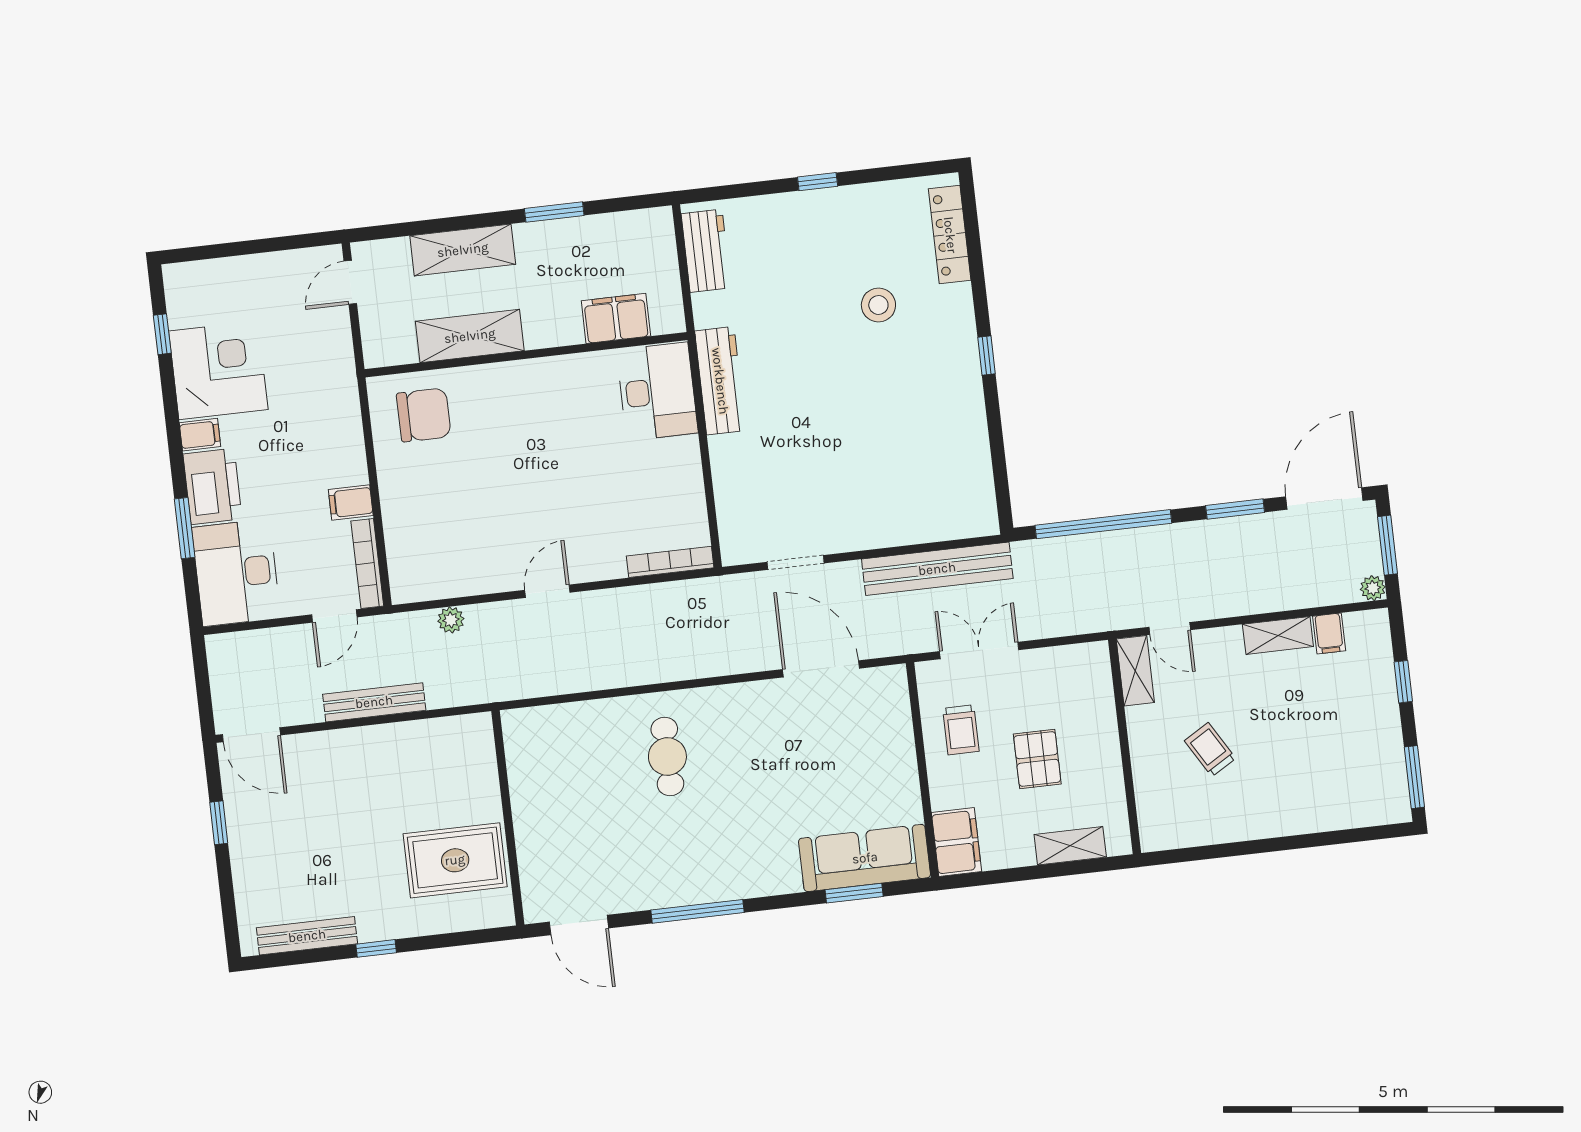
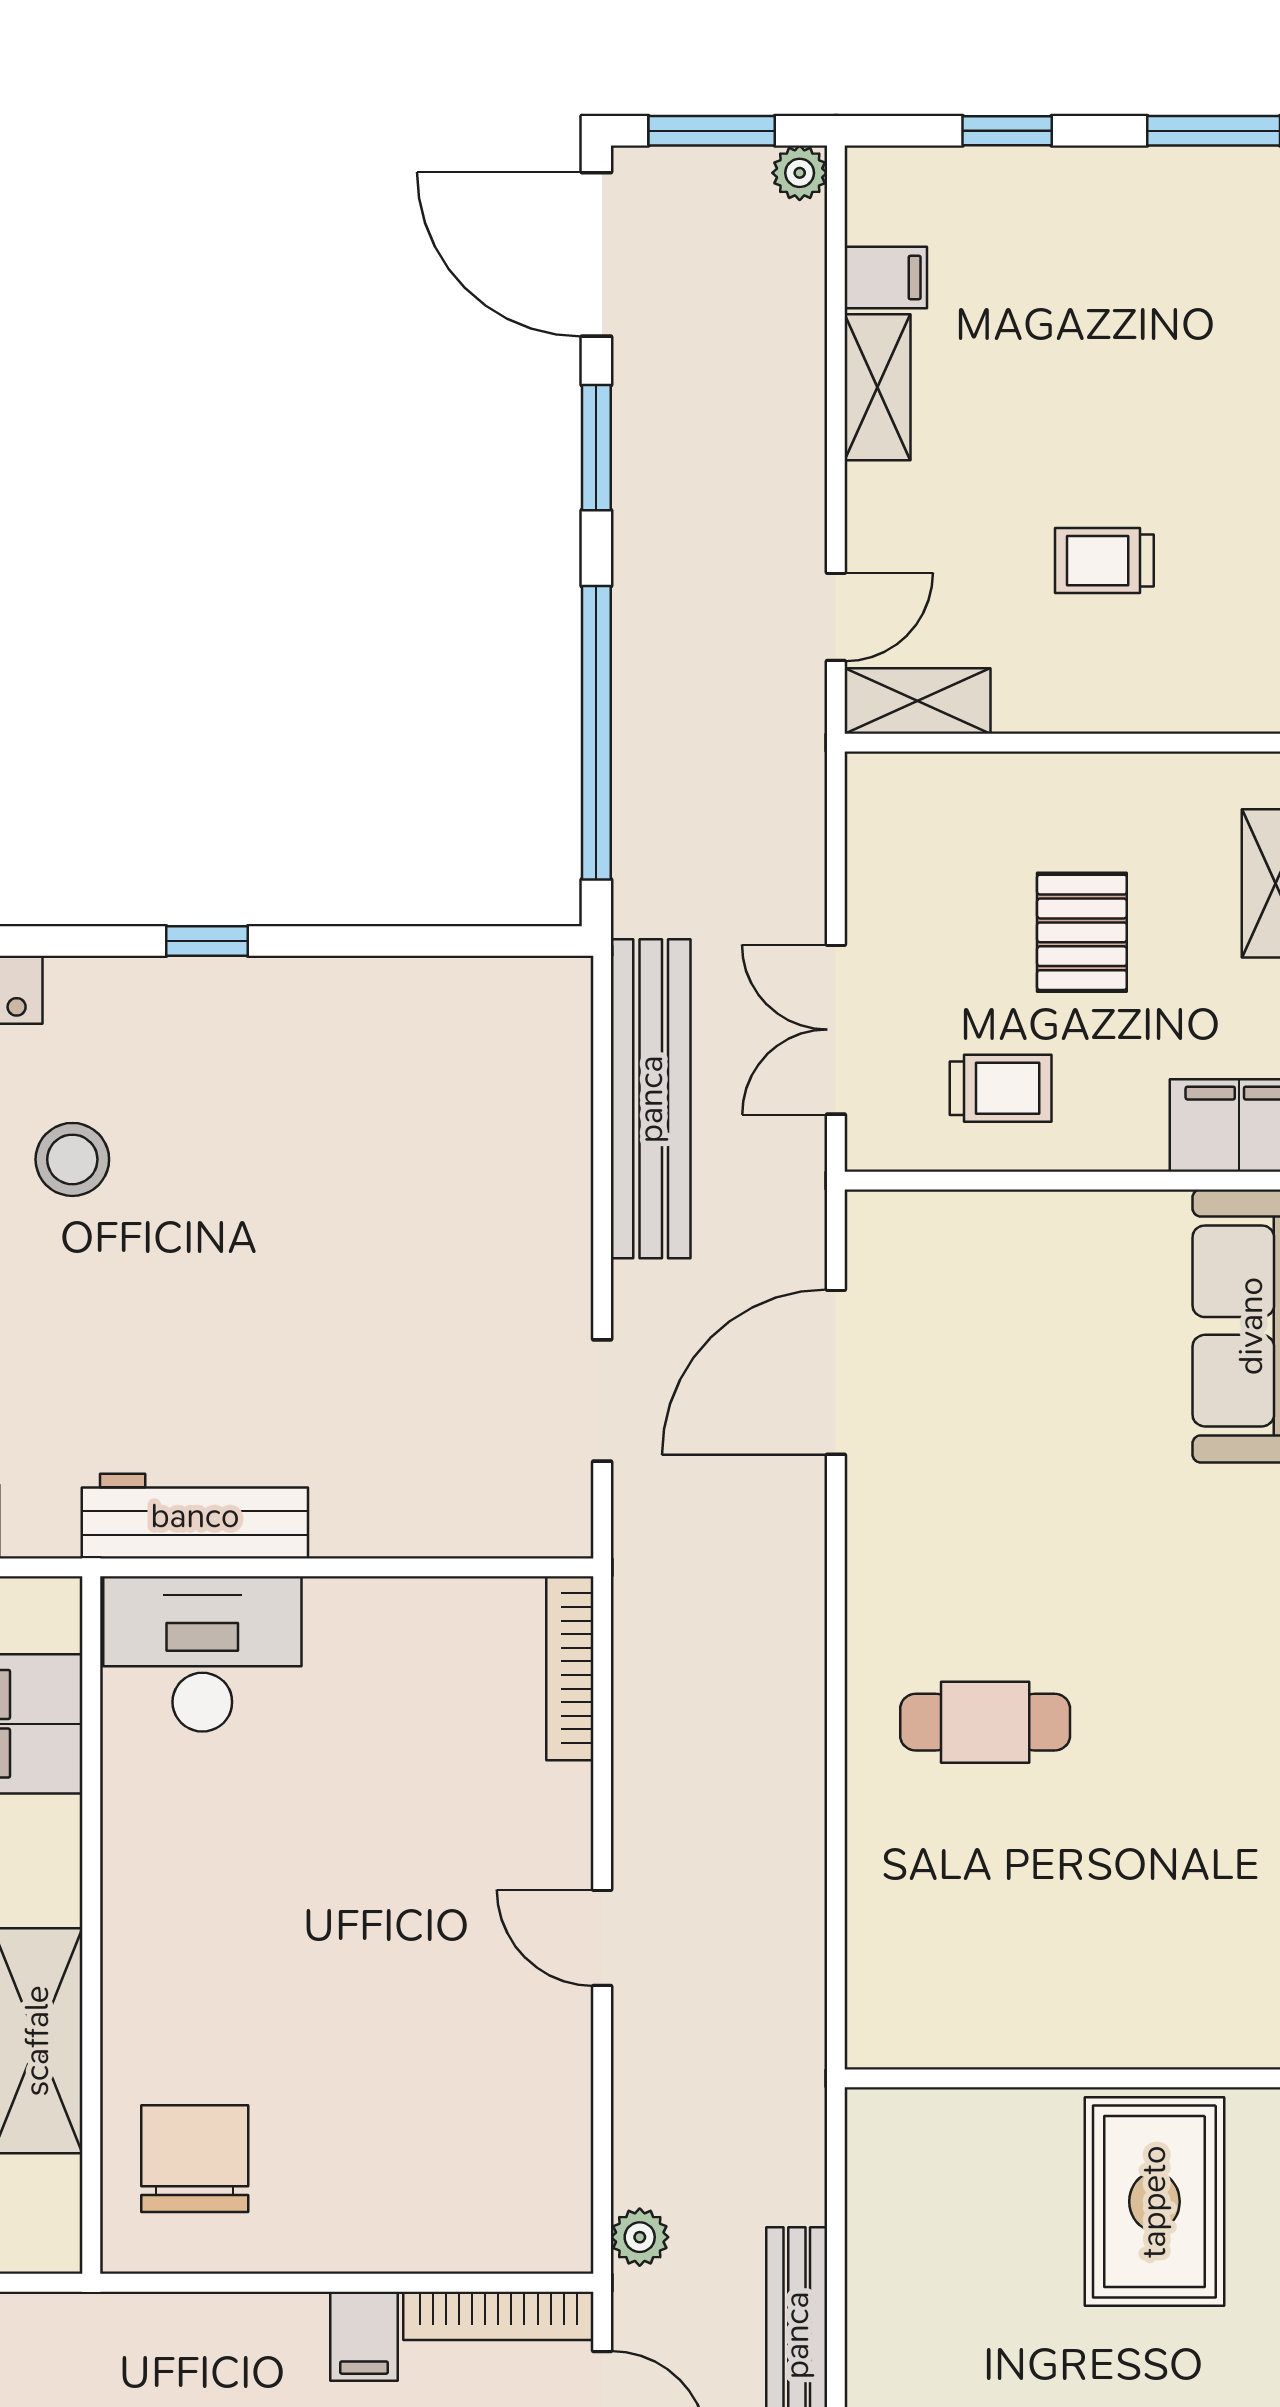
plant: (451, 620) -> (640, 2237), moved
trolley: (1210, 750) -> (1104, 561), turned 31
pallet: (1037, 759) -> (1082, 932), turned 90

